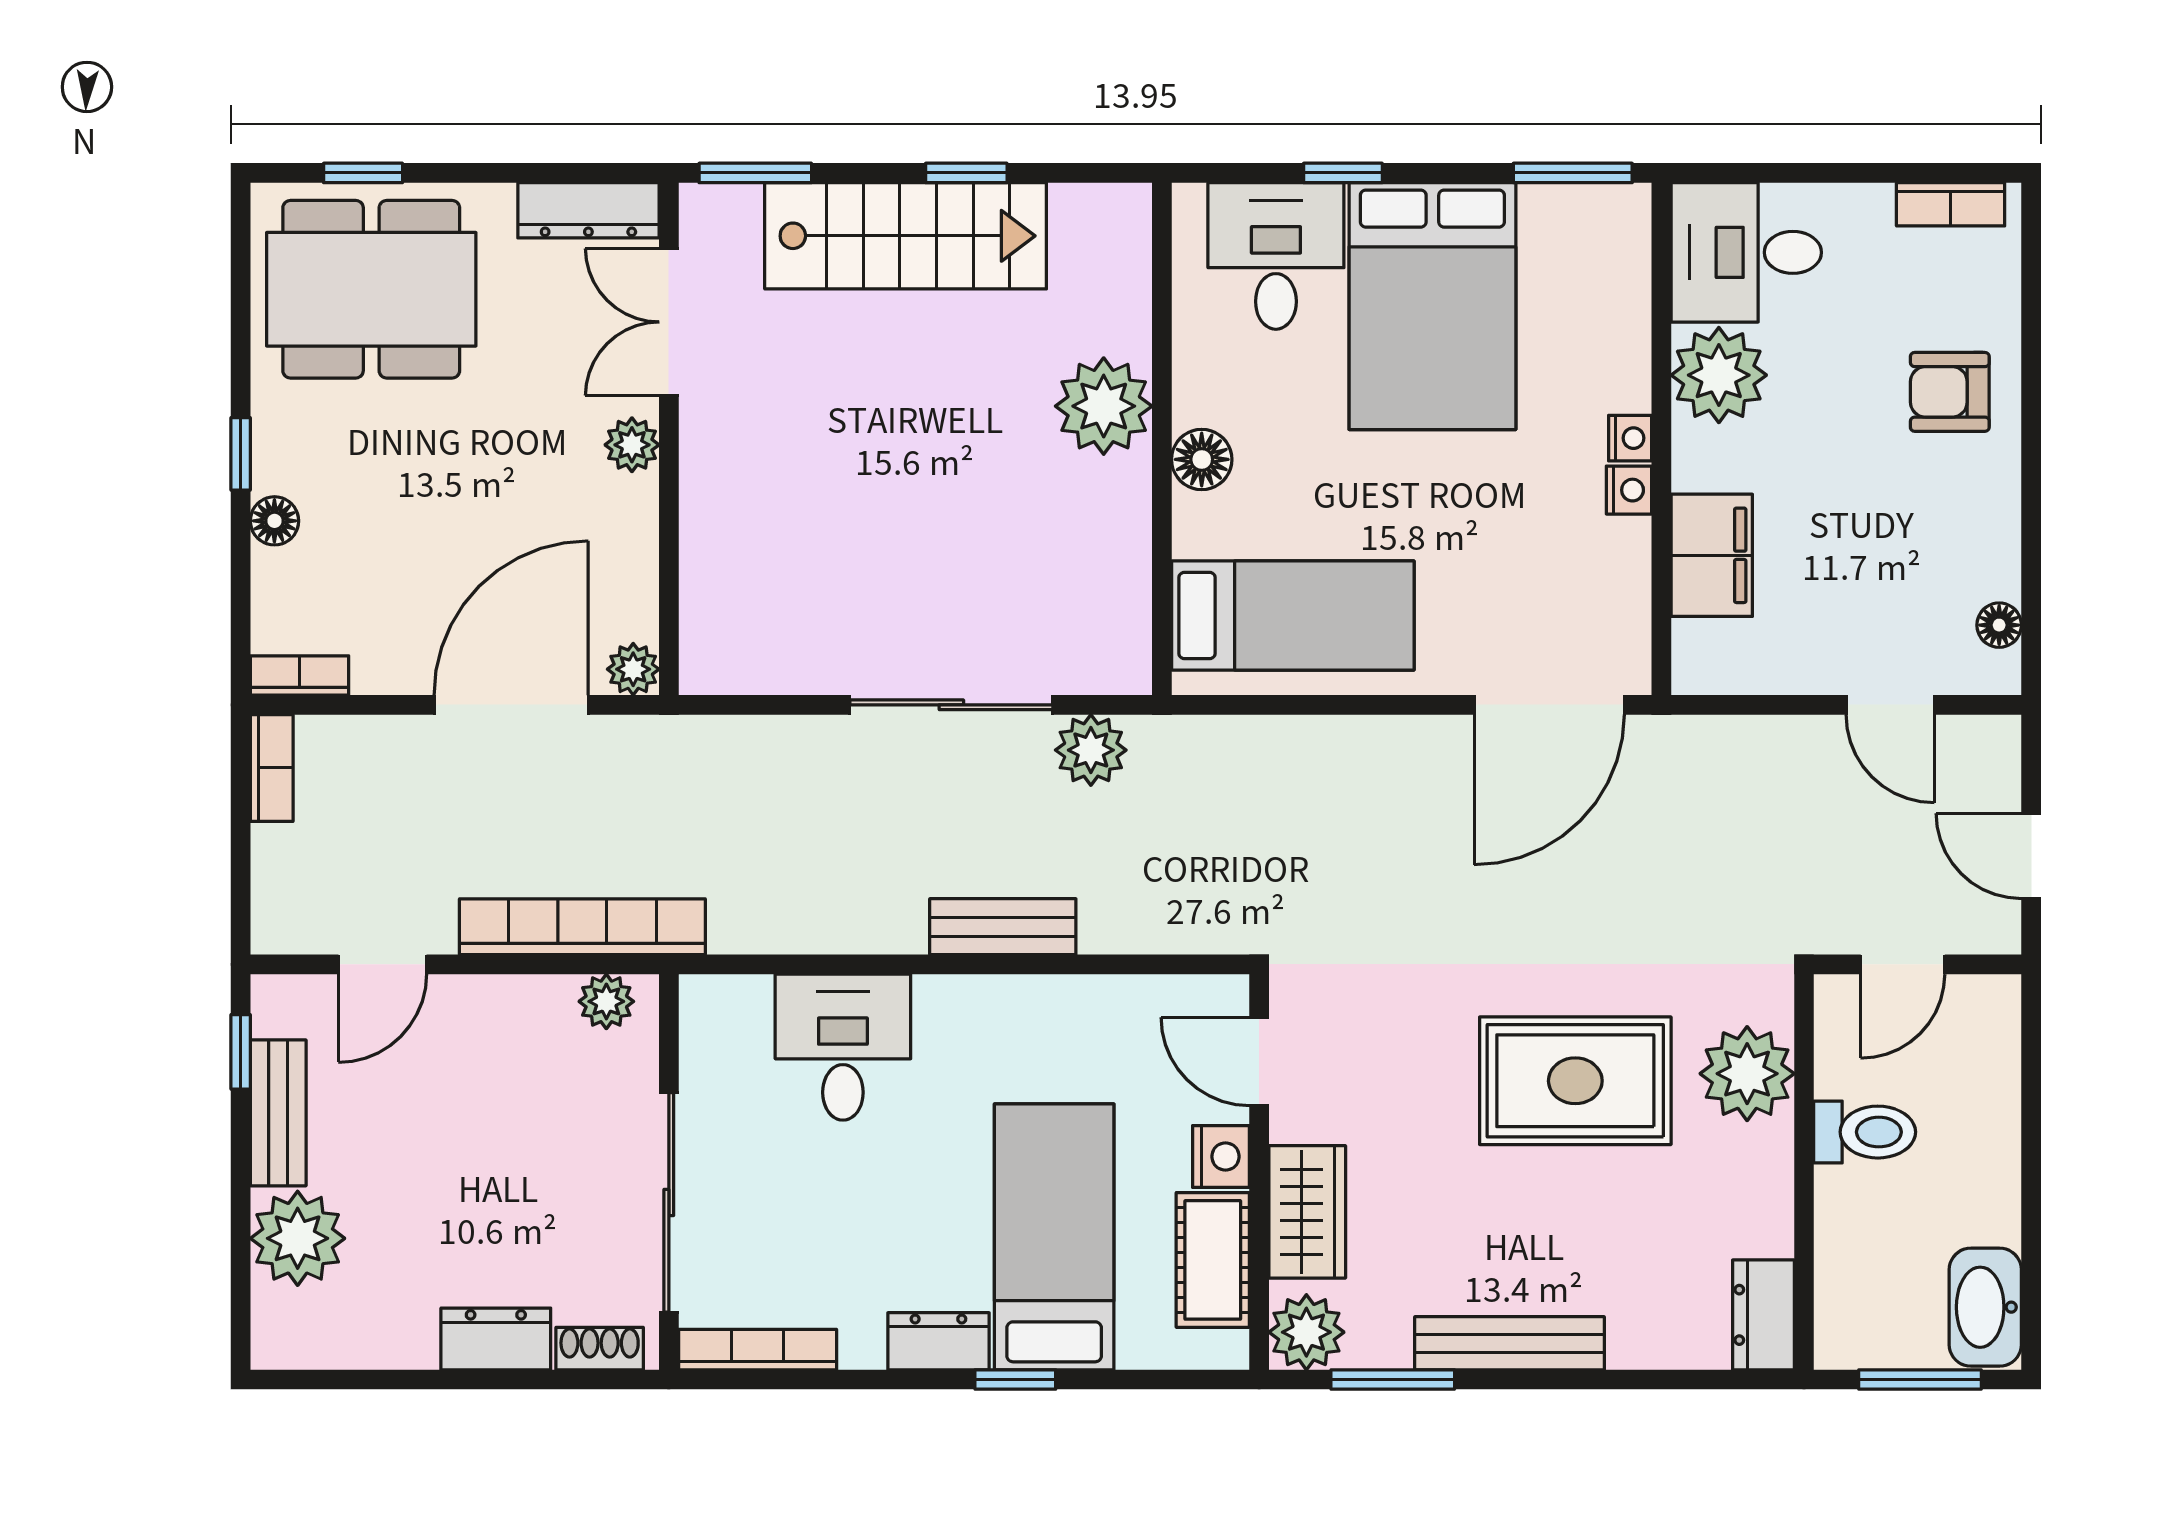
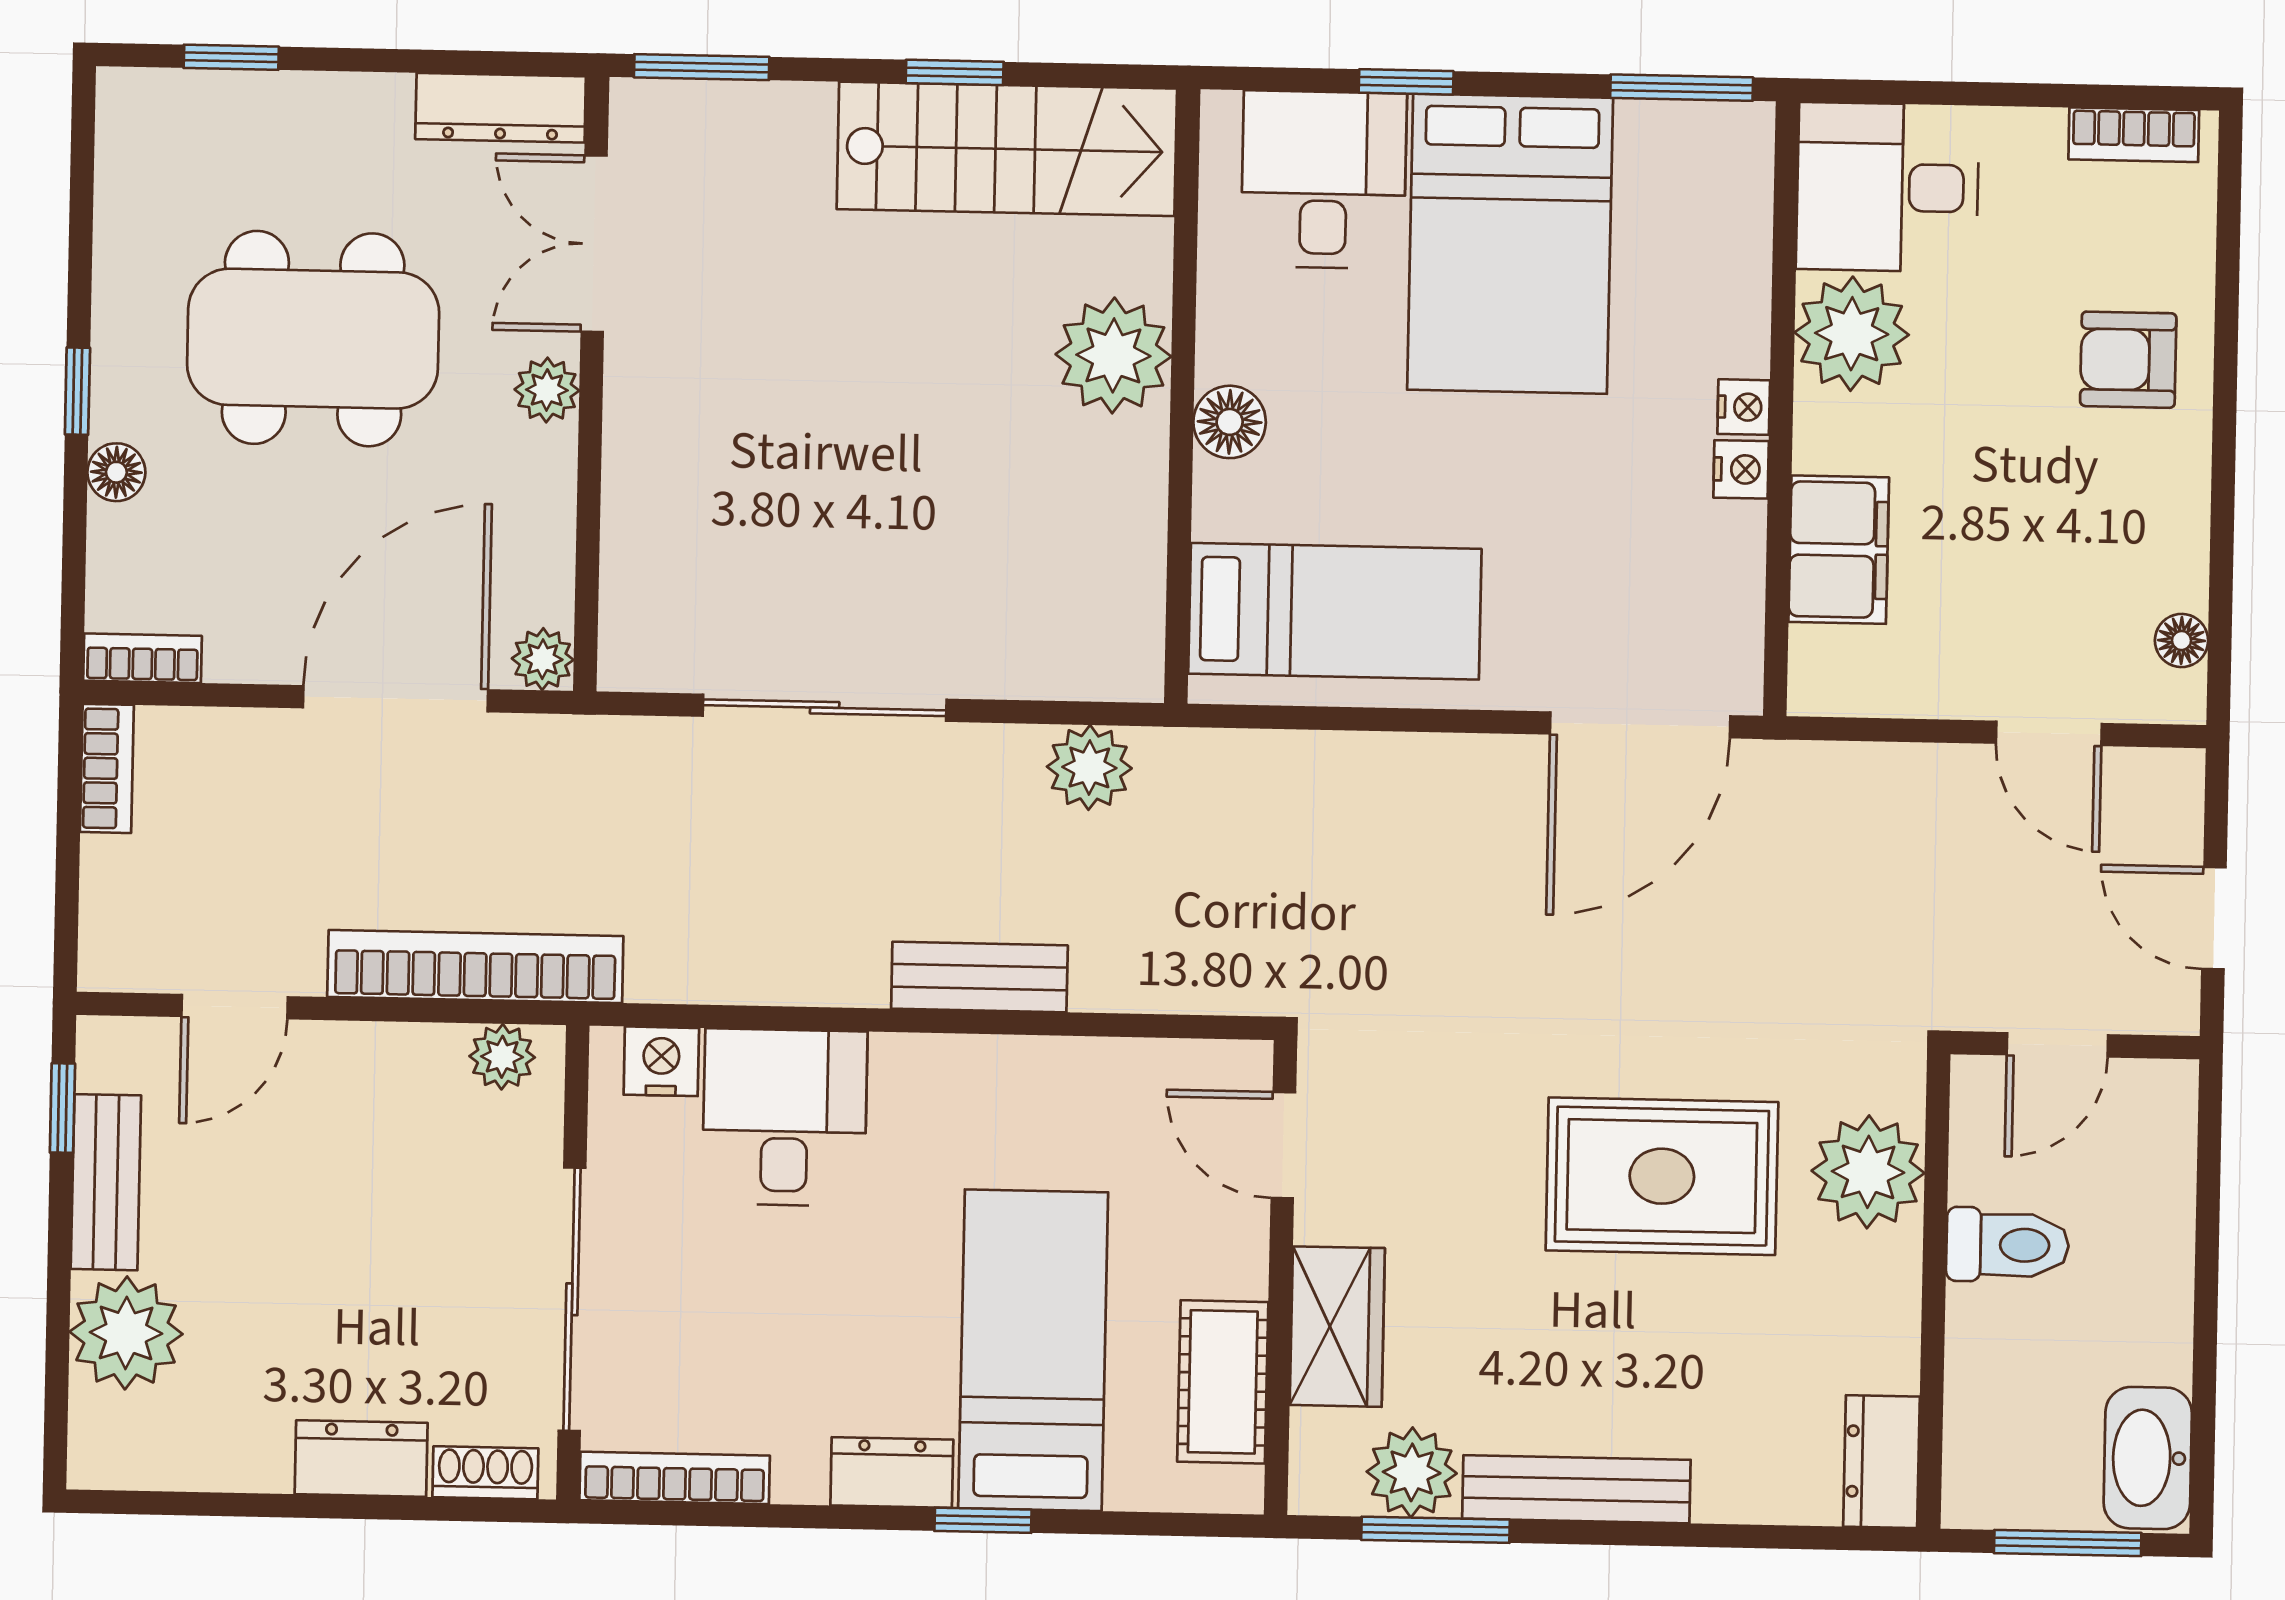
stairs: (906, 236) -> (1007, 149), moved
dining table: (371, 289) -> (313, 339), moved
sliding door: (951, 705) -> (825, 708), moved
nightstand: (1221, 1157) -> (661, 1061), moved, turned -90
plant: (1306, 1332) -> (1412, 1472), moved

